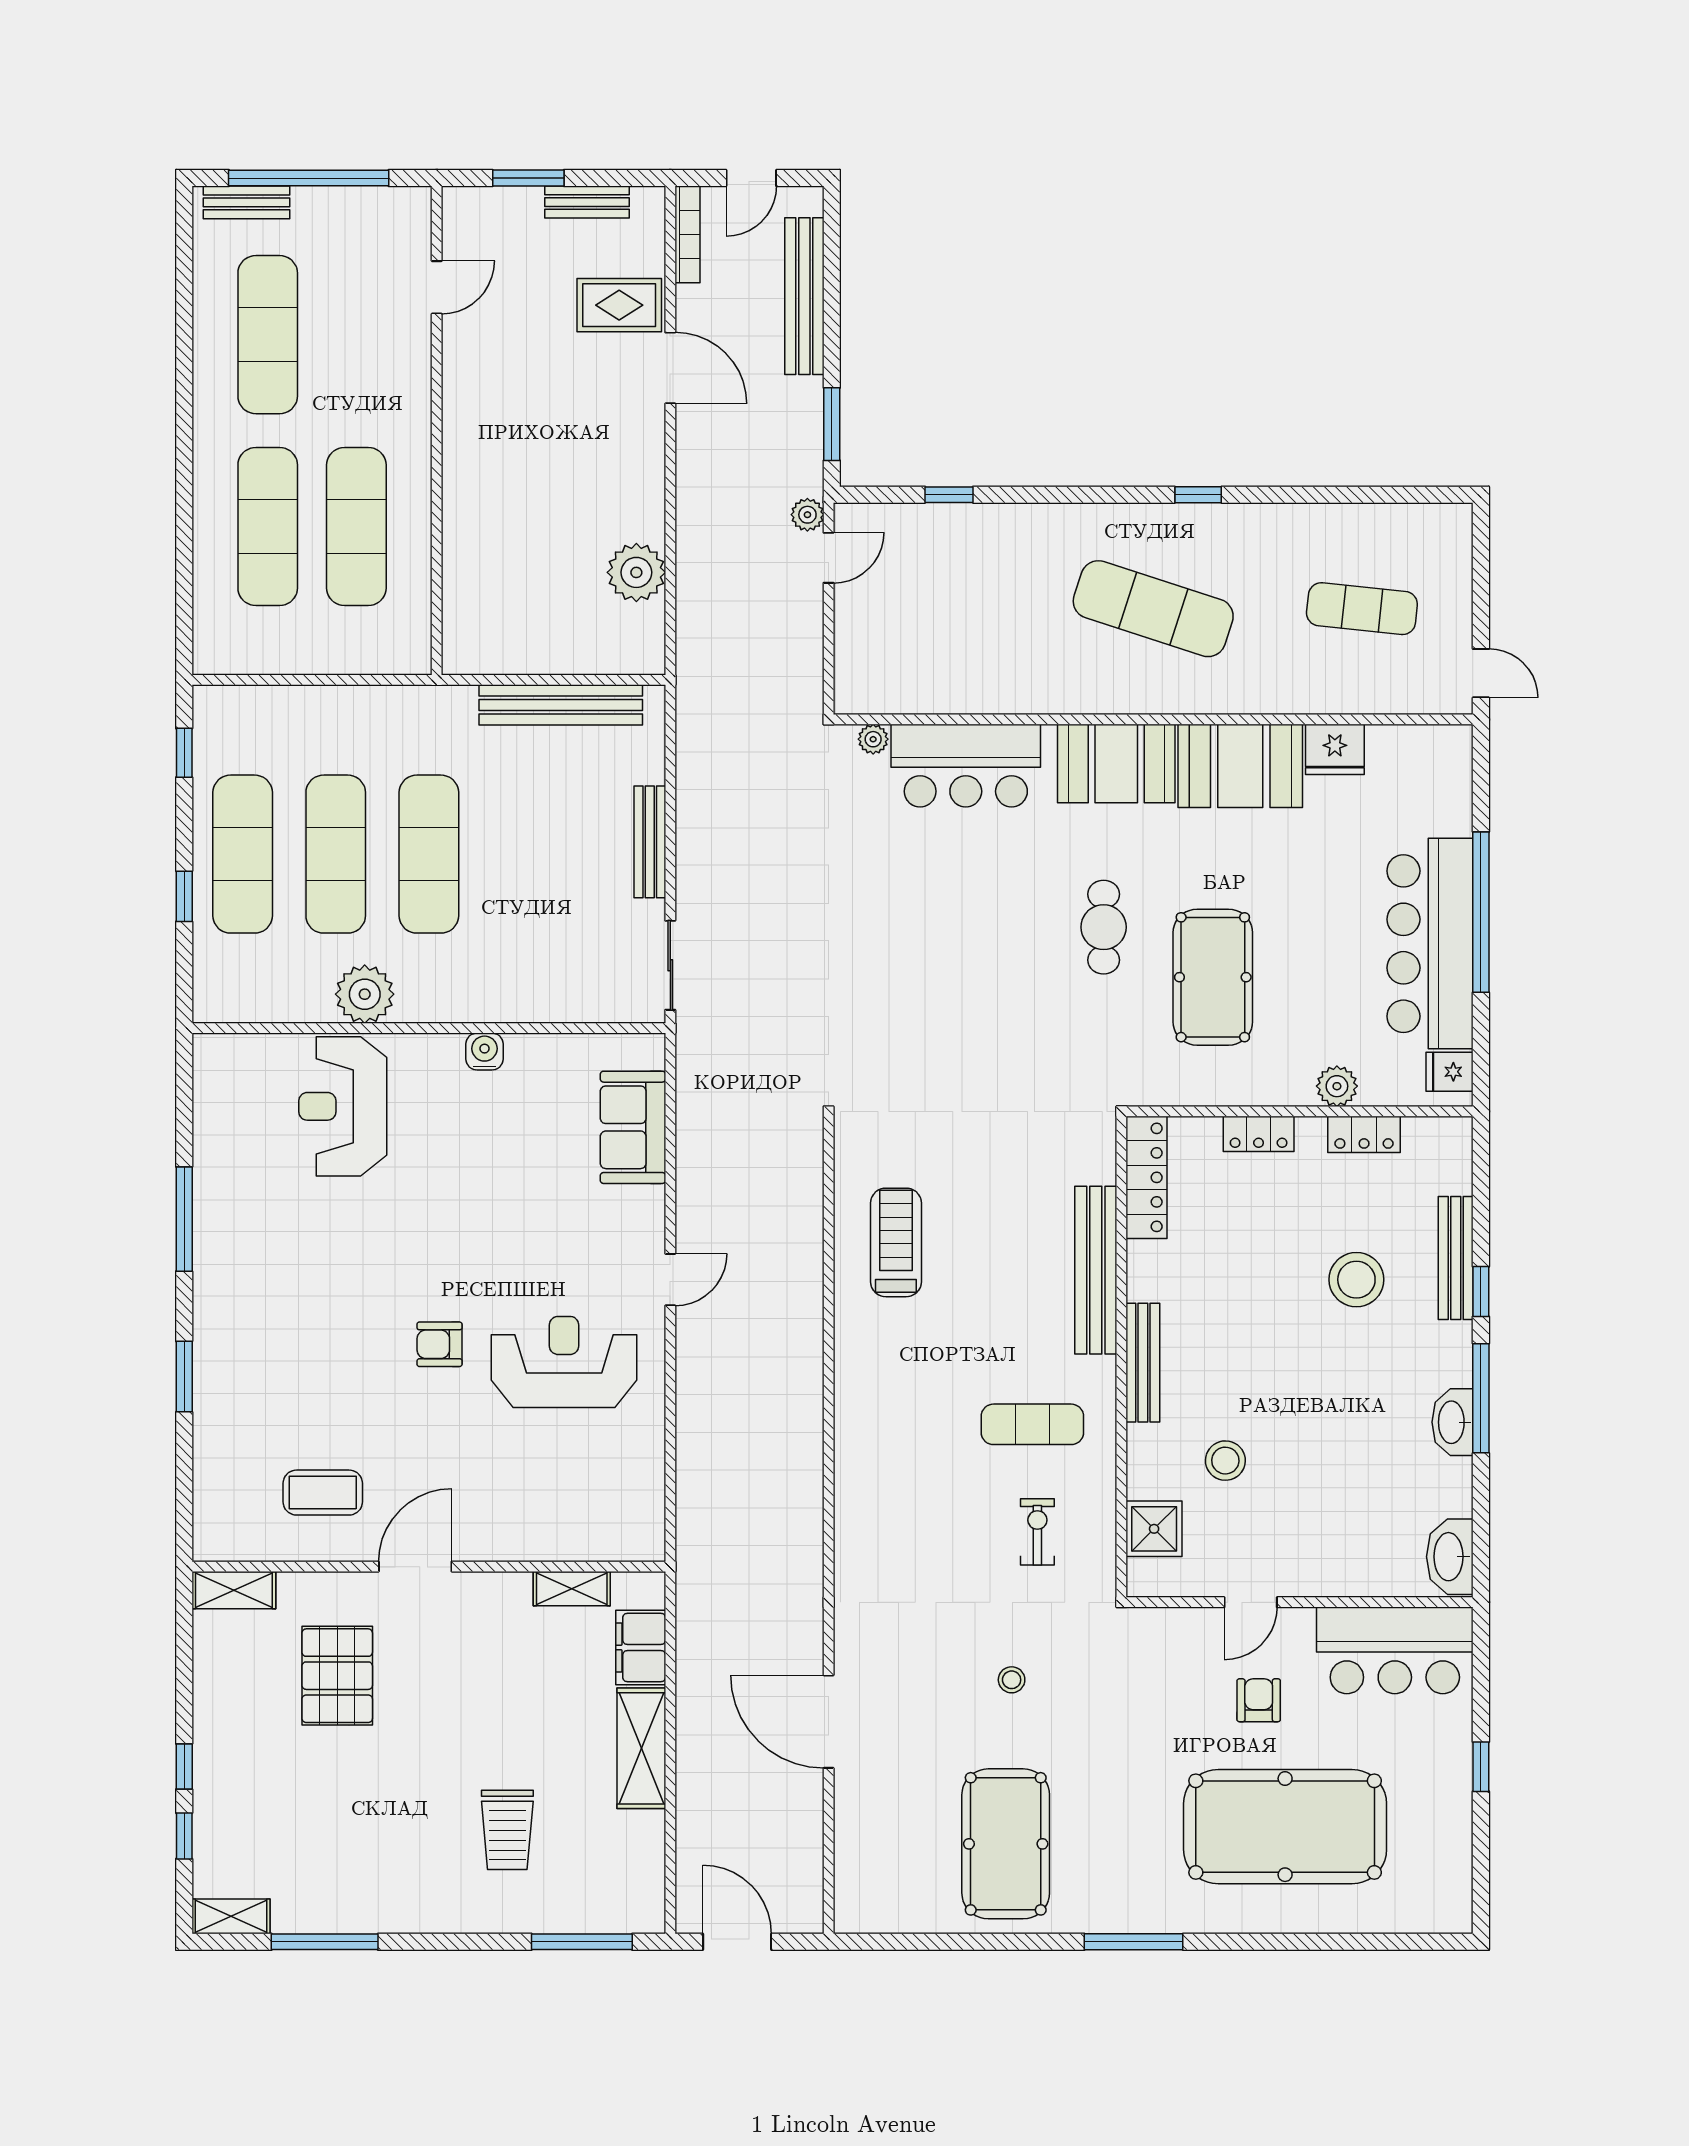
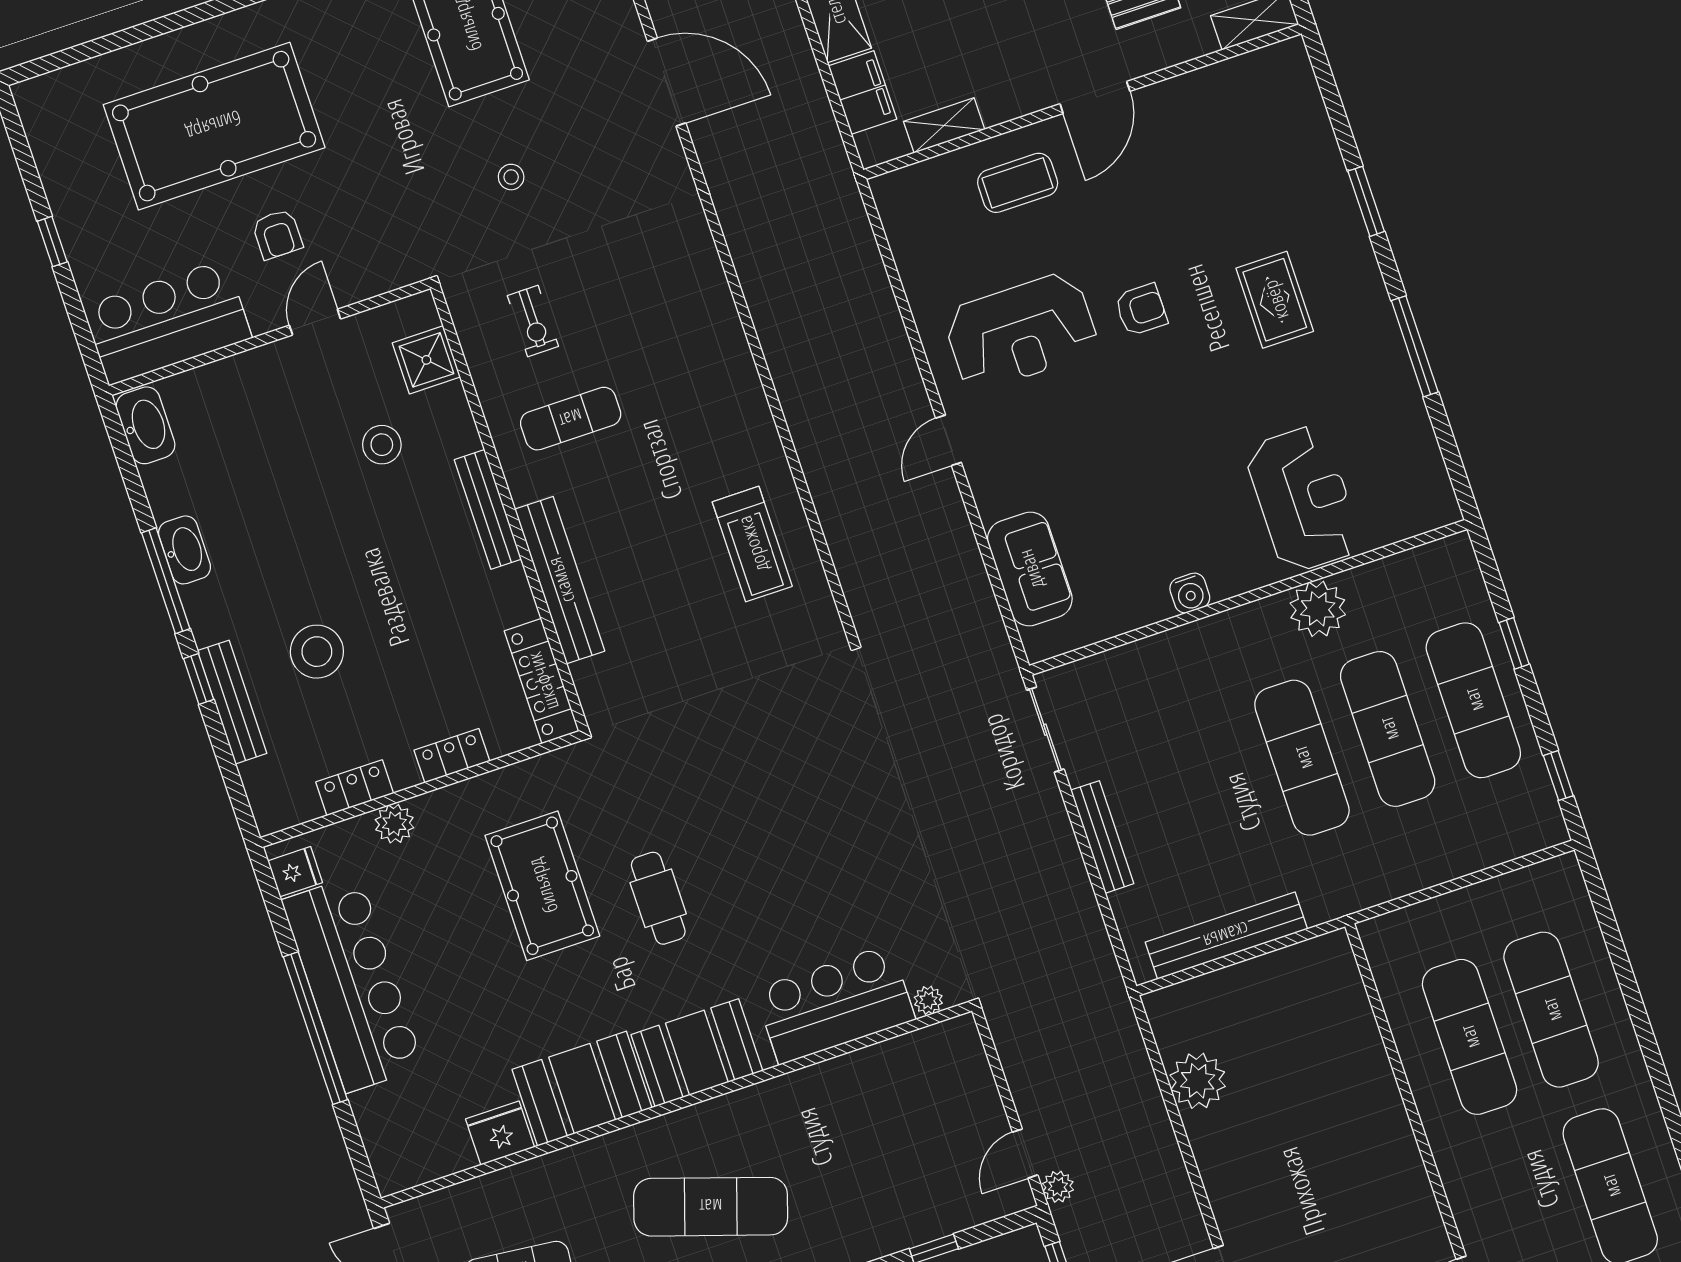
rug: (306, 1310) -> (1275, 300), added
coffee table: (323, 1493) -> (1018, 183), moved

